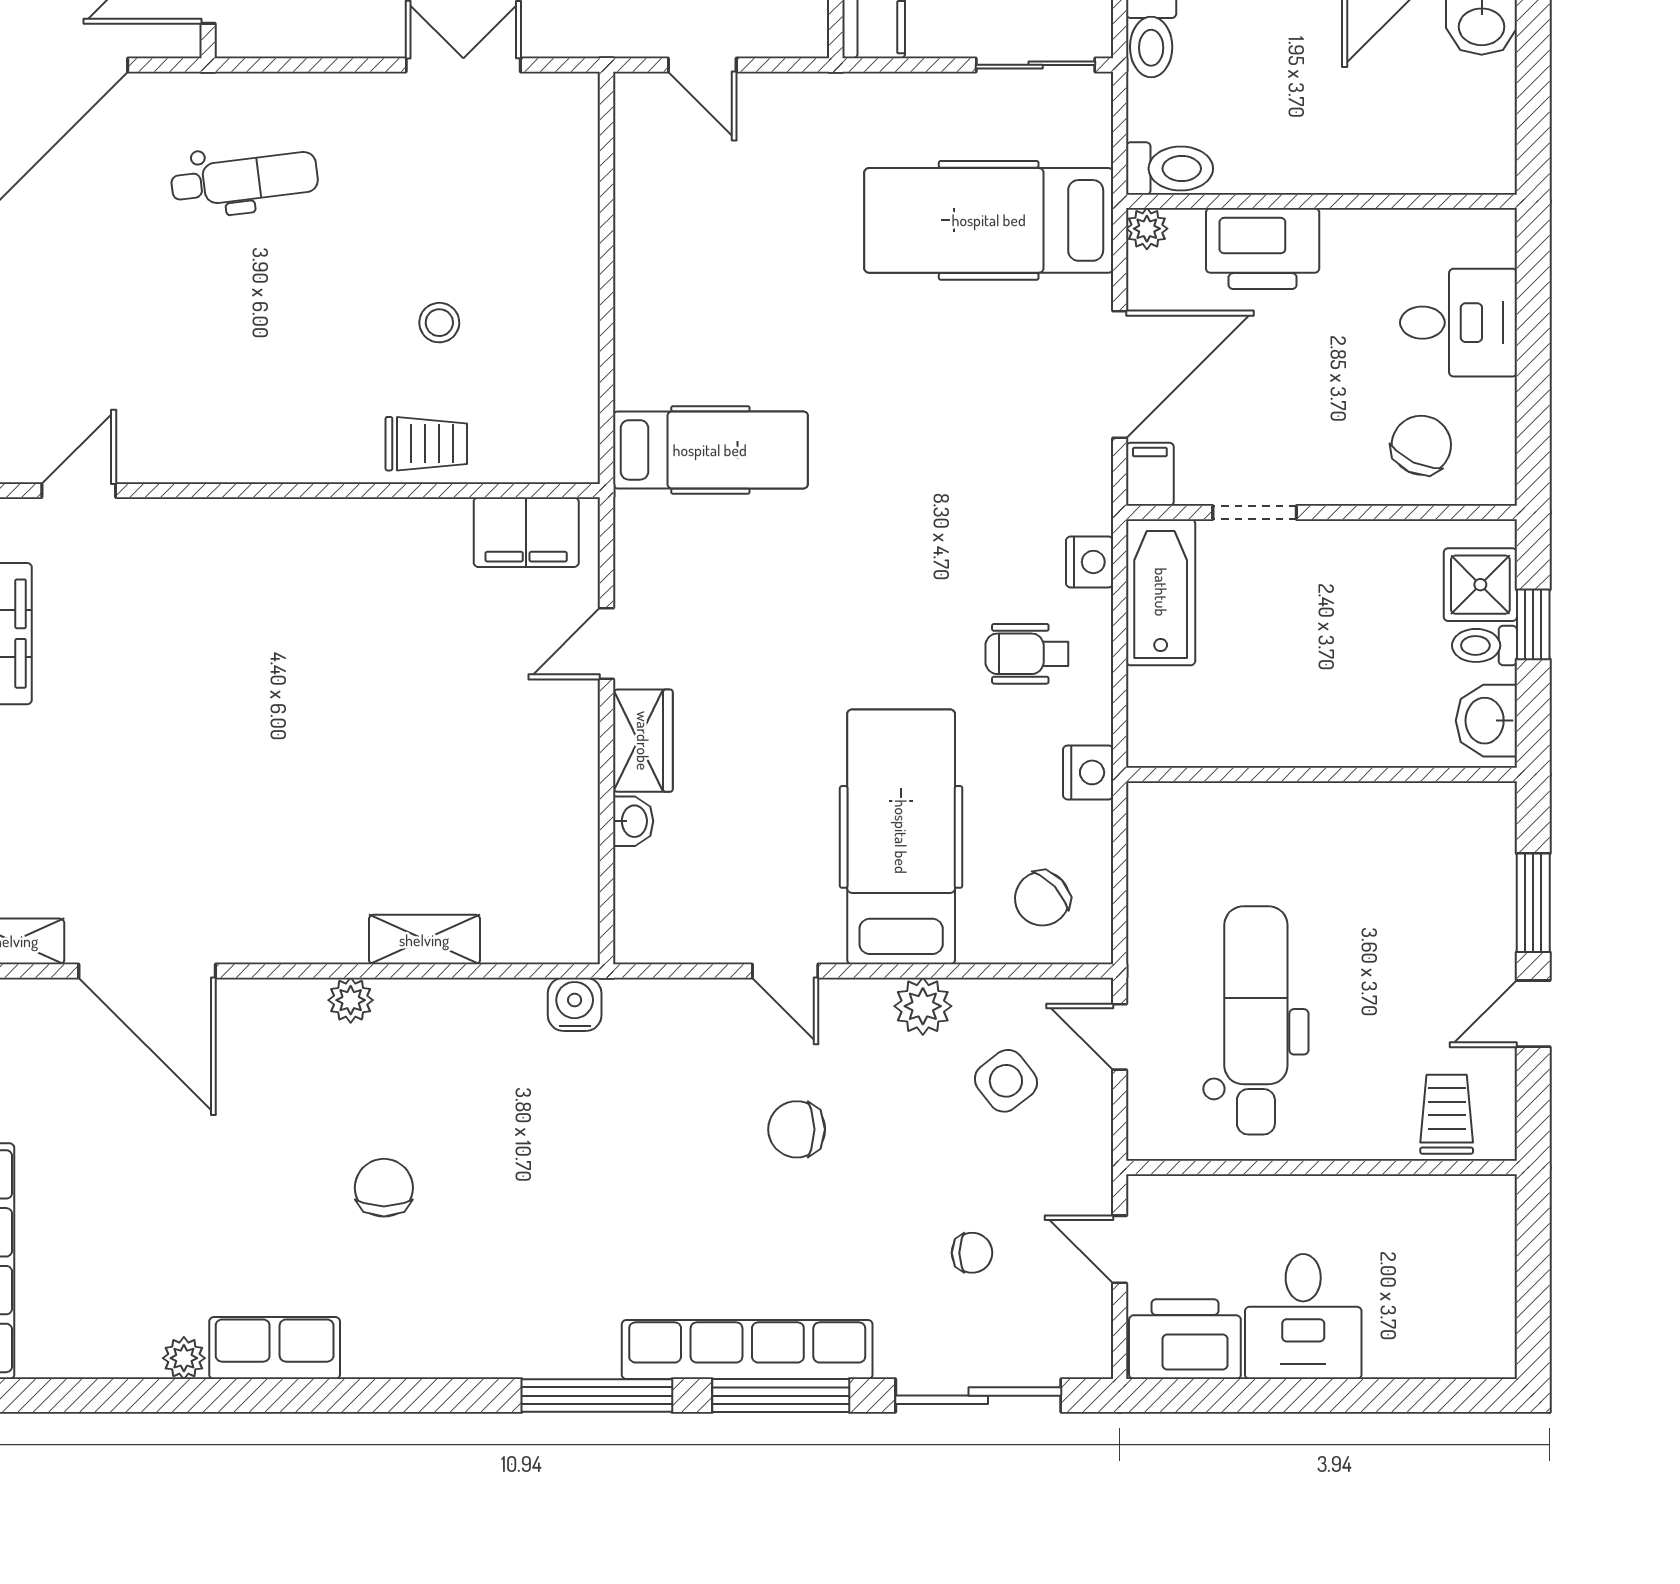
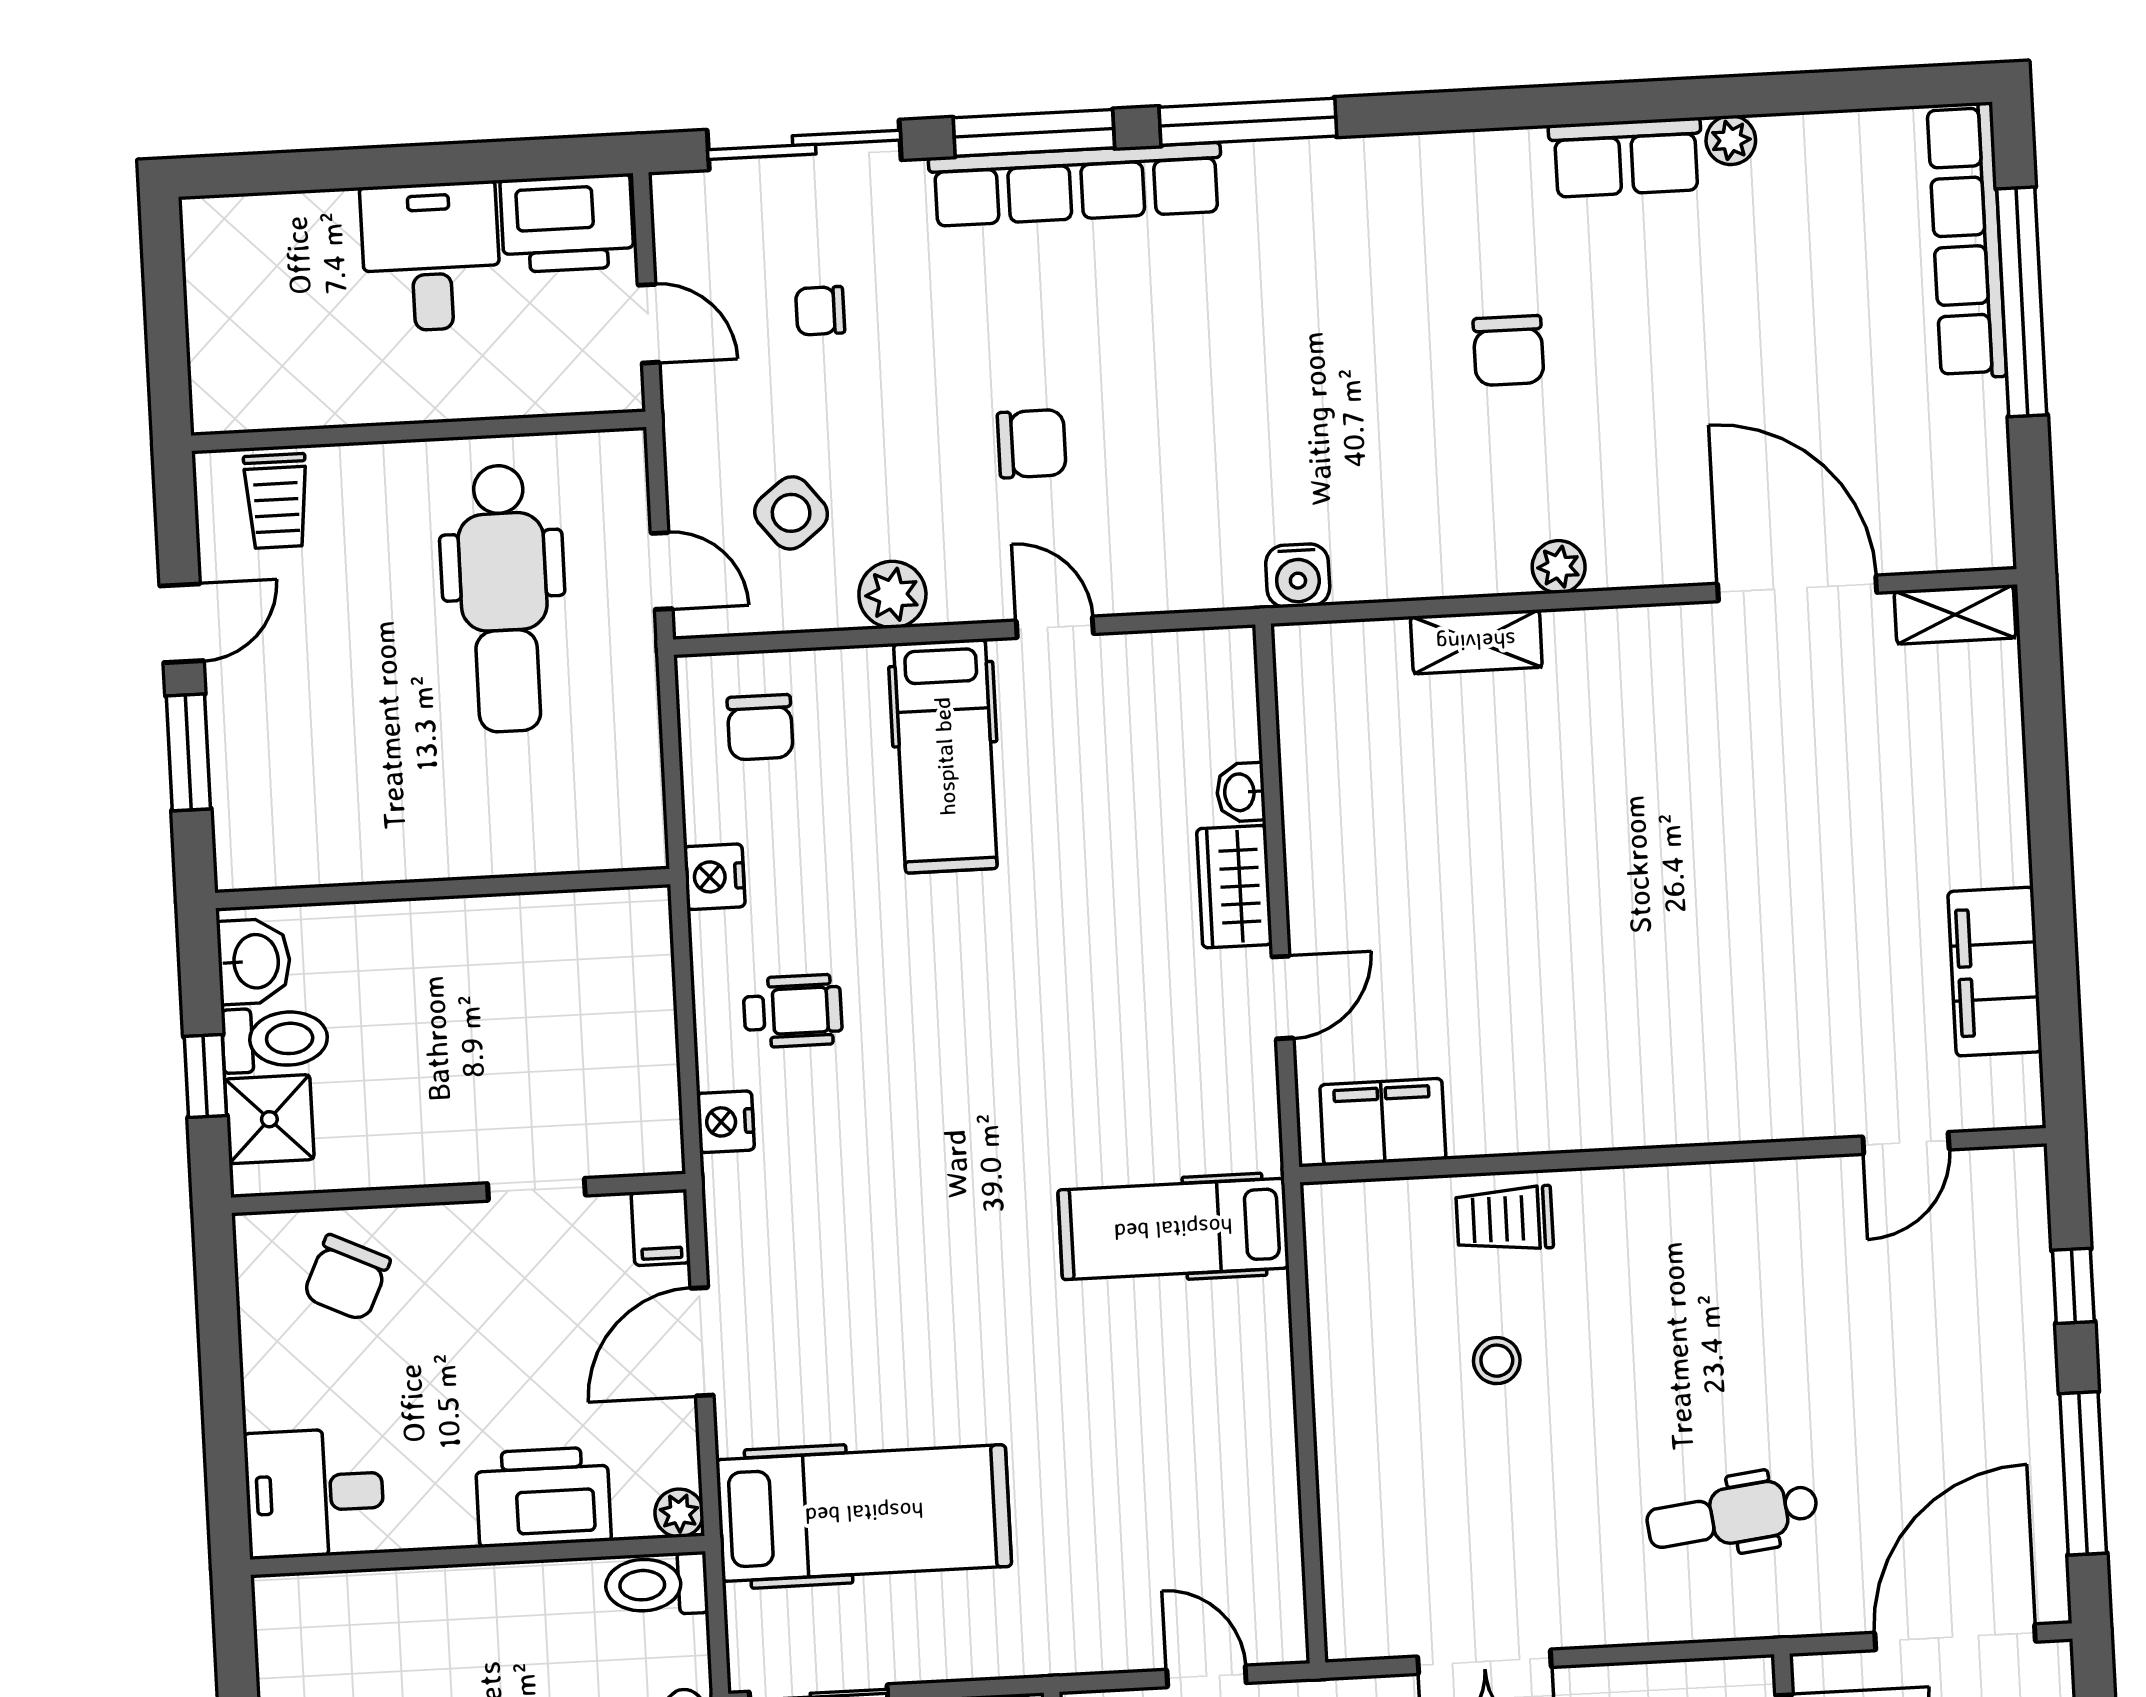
desk: (1459, 323) -> (314, 1493), moved
door: (1120, 375) -> (702, 1342), width x0.73
bathtub: (1161, 592) -> (641, 1091), removed
toilet: (1484, 645) -> (275, 1039), width x1.37, depth x1.39
hospital bed: (901, 837) -> (945, 756), width x0.73, depth x0.78
chair: (1042, 899) -> (760, 727), turned 133

